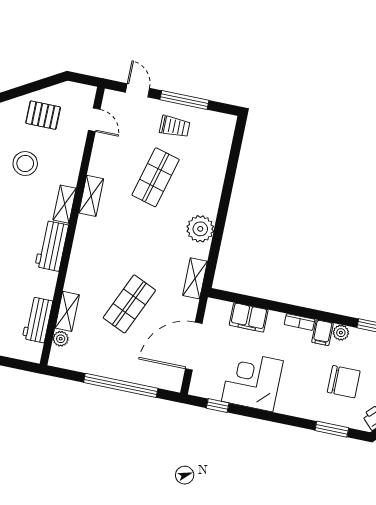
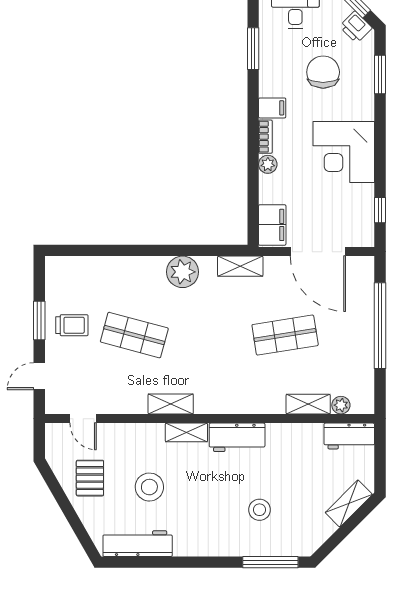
window: (184, 100) -> (39, 320), width x0.69
door: (94, 120) -> (83, 419), swing flipped
trolley: (175, 127) -> (72, 325), turned 90
shop shelf: (129, 304) -> (285, 335), turned -33
filing cabinet: (249, 317) -> (272, 225), moved
workbench: (38, 320) -> (349, 436), moved
plant: (341, 333) -> (268, 164), moved
corner desk: (252, 381) -> (344, 152), moved

